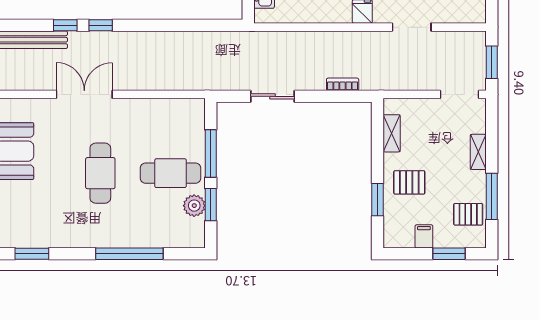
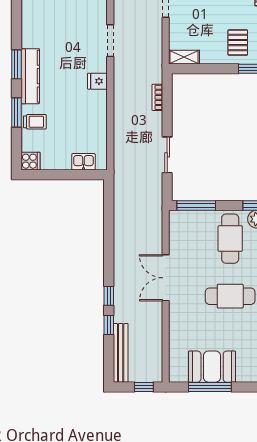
double door: (84, 94) -> (166, 278), moved
shelving: (392, 133) -> (184, 57), moved
window: (211, 153) -> (196, 205), moved

